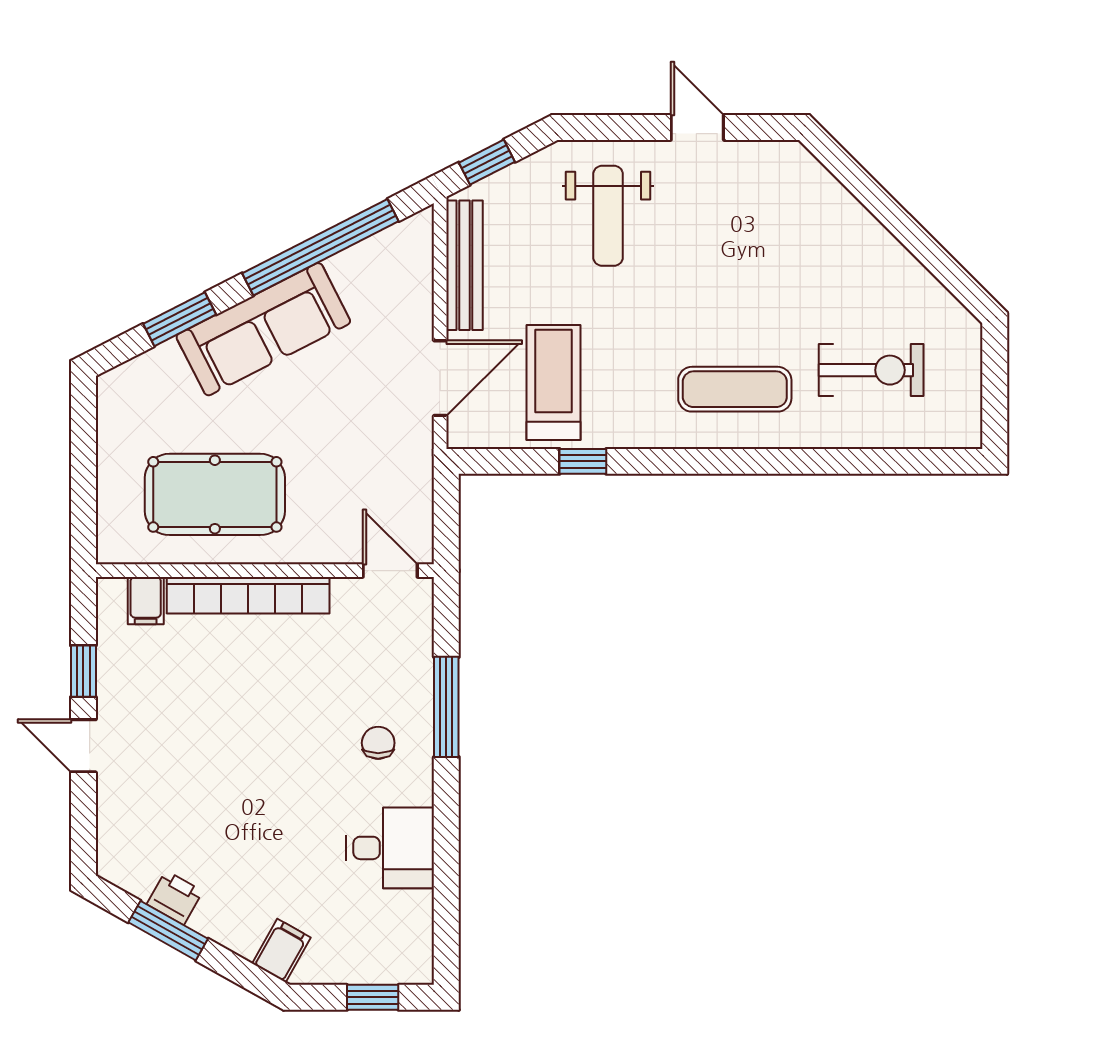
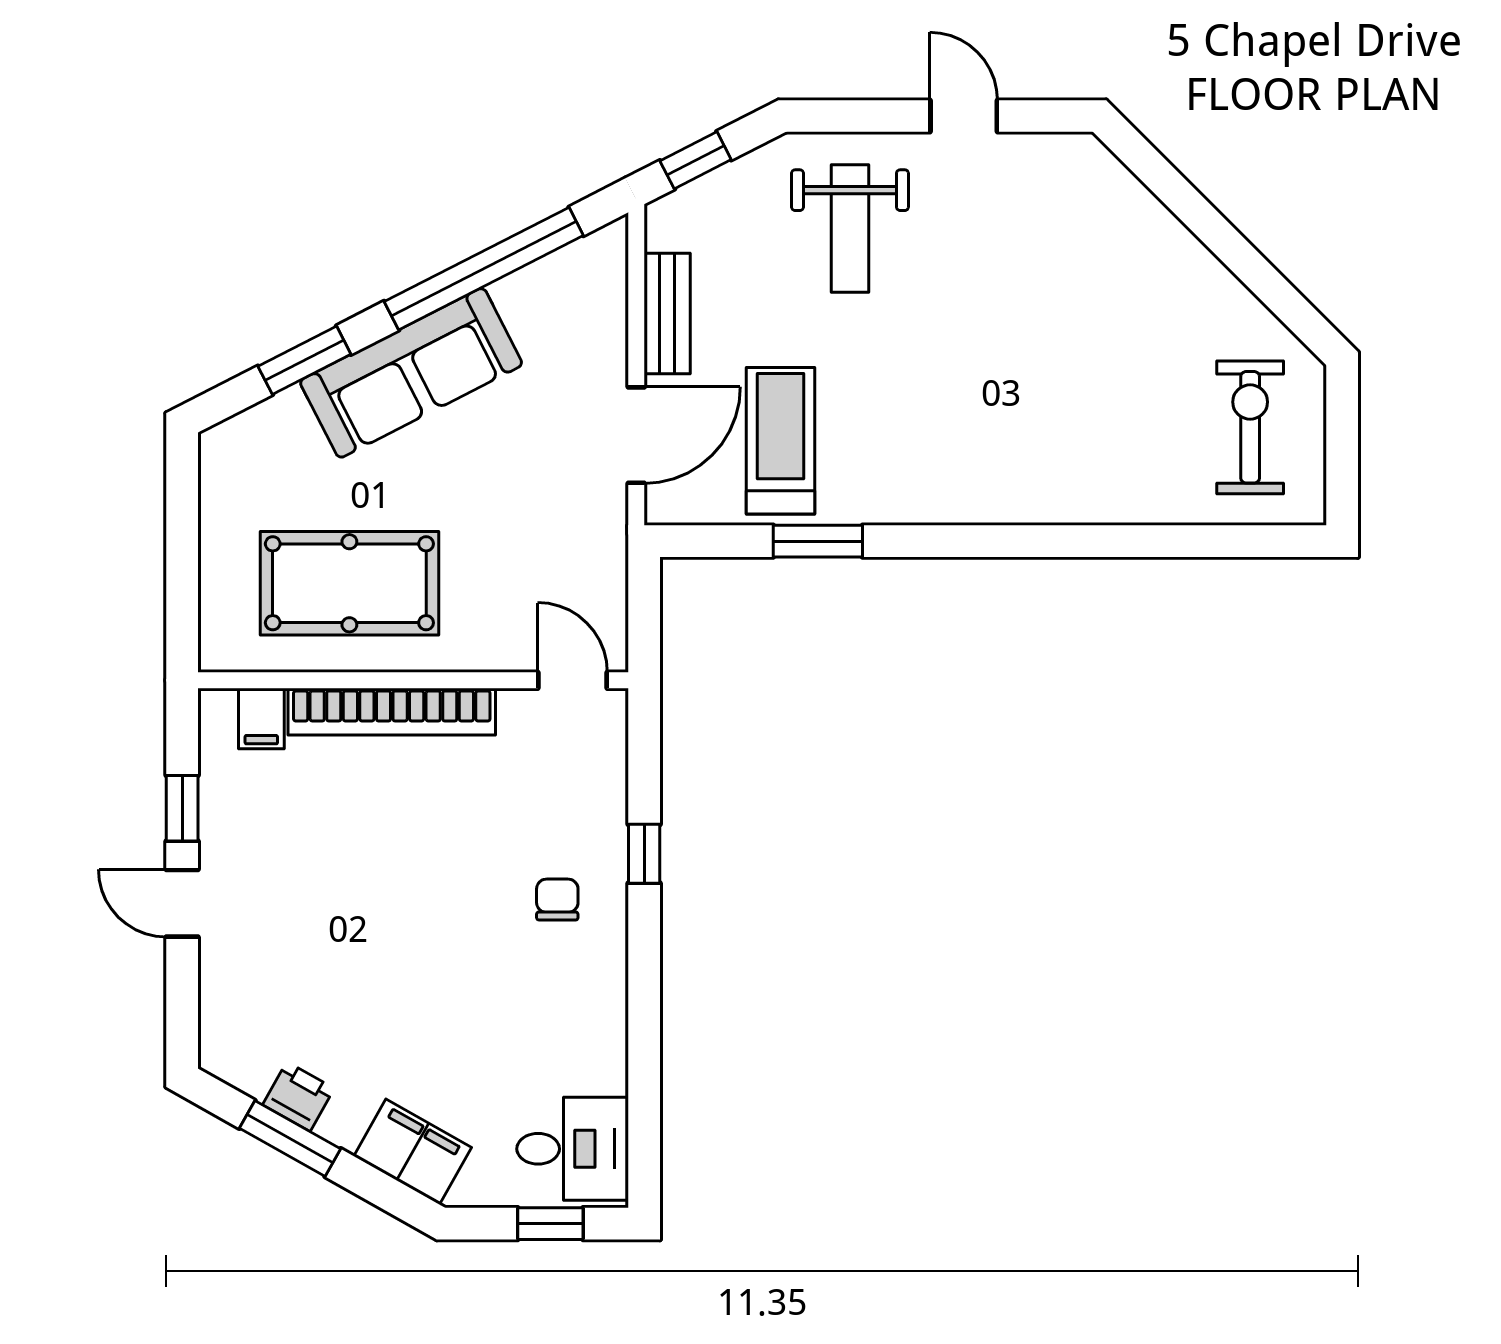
bench: (464, 265) -> (667, 313), width x0.73
exercise bike: (871, 370) -> (1250, 427), moved, turned -90
exercise mat: (735, 389) -> (1011, 449), removed
window: (583, 461) -> (818, 541), width x1.50
window: (446, 707) -> (644, 854), width x0.46
desk: (390, 848) -> (573, 1149), moved
filing cabinet: (281, 951) -> (413, 1152), width x2.00

